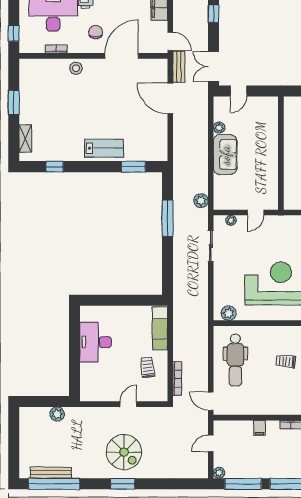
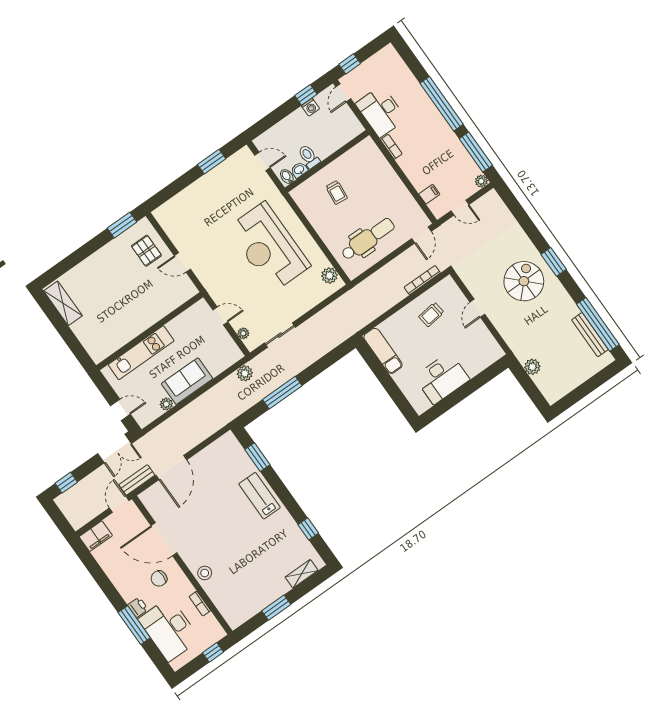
kitchen unit: (270, 136) -> (141, 353), added
exam couch: (160, 328) -> (383, 351), moved, turned -90
door: (128, 404) -> (477, 308), hinge flipped
filing cabinet: (260, 428) -> (429, 194), moved

